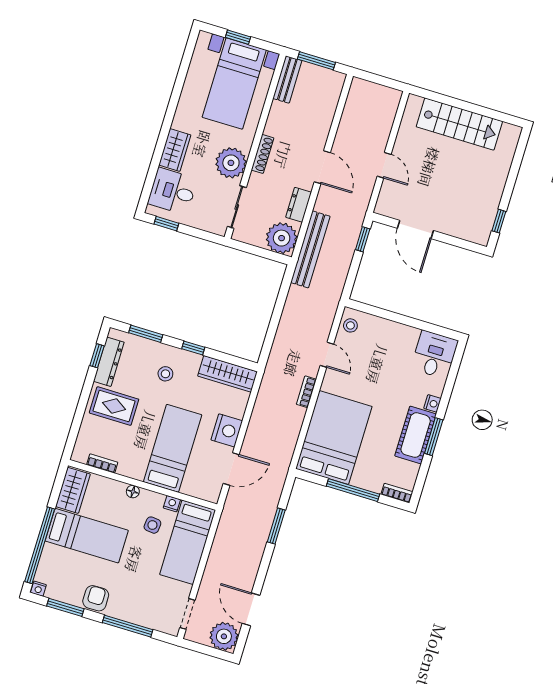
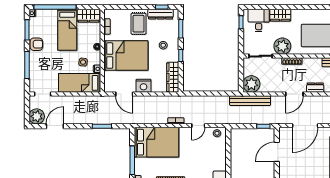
door: (384, 165) -> (305, 126), width x1.88
dresser: (299, 205) -> (315, 88), moved
bed: (173, 448) -> (126, 56), width x1.50

